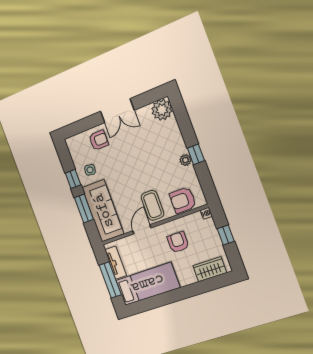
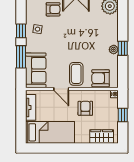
sofa: (103, 211) -> (36, 70), width x0.73
door: (142, 229) -> (61, 89), swing flipped
window: (110, 280) -> (21, 120), removed

